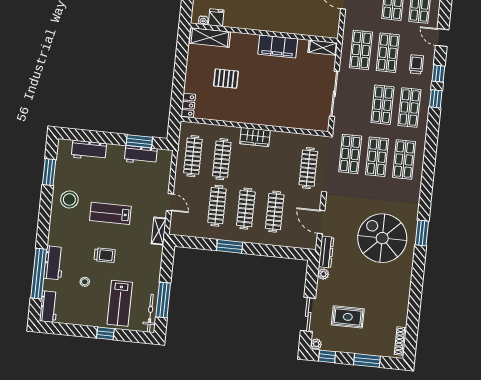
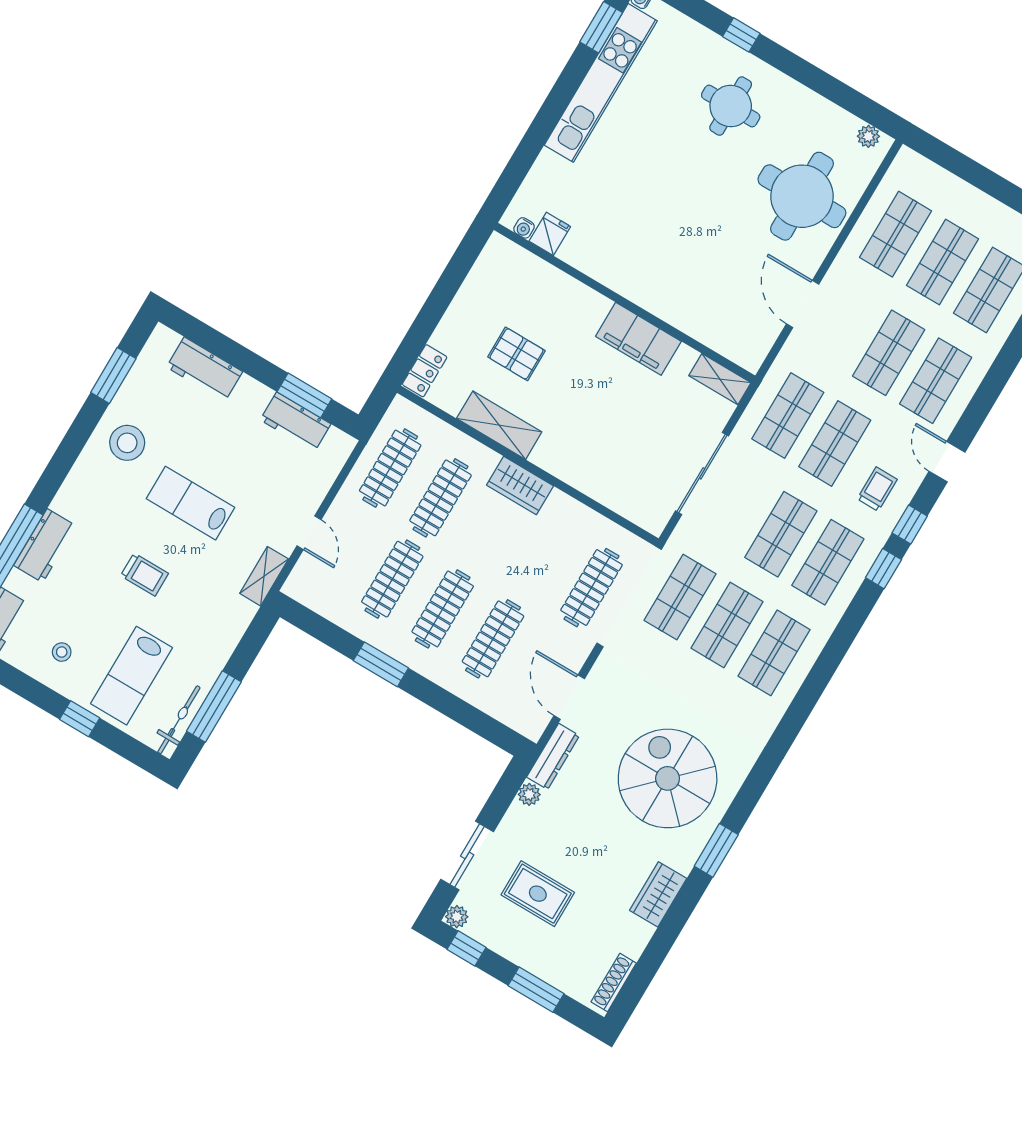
shelving: (210, 38) -> (499, 425), moved
window: (422, 233) -> (716, 850), moved
stool: (85, 282) -> (62, 652), moved
wardrobe: (402, 292) -> (658, 894), added

